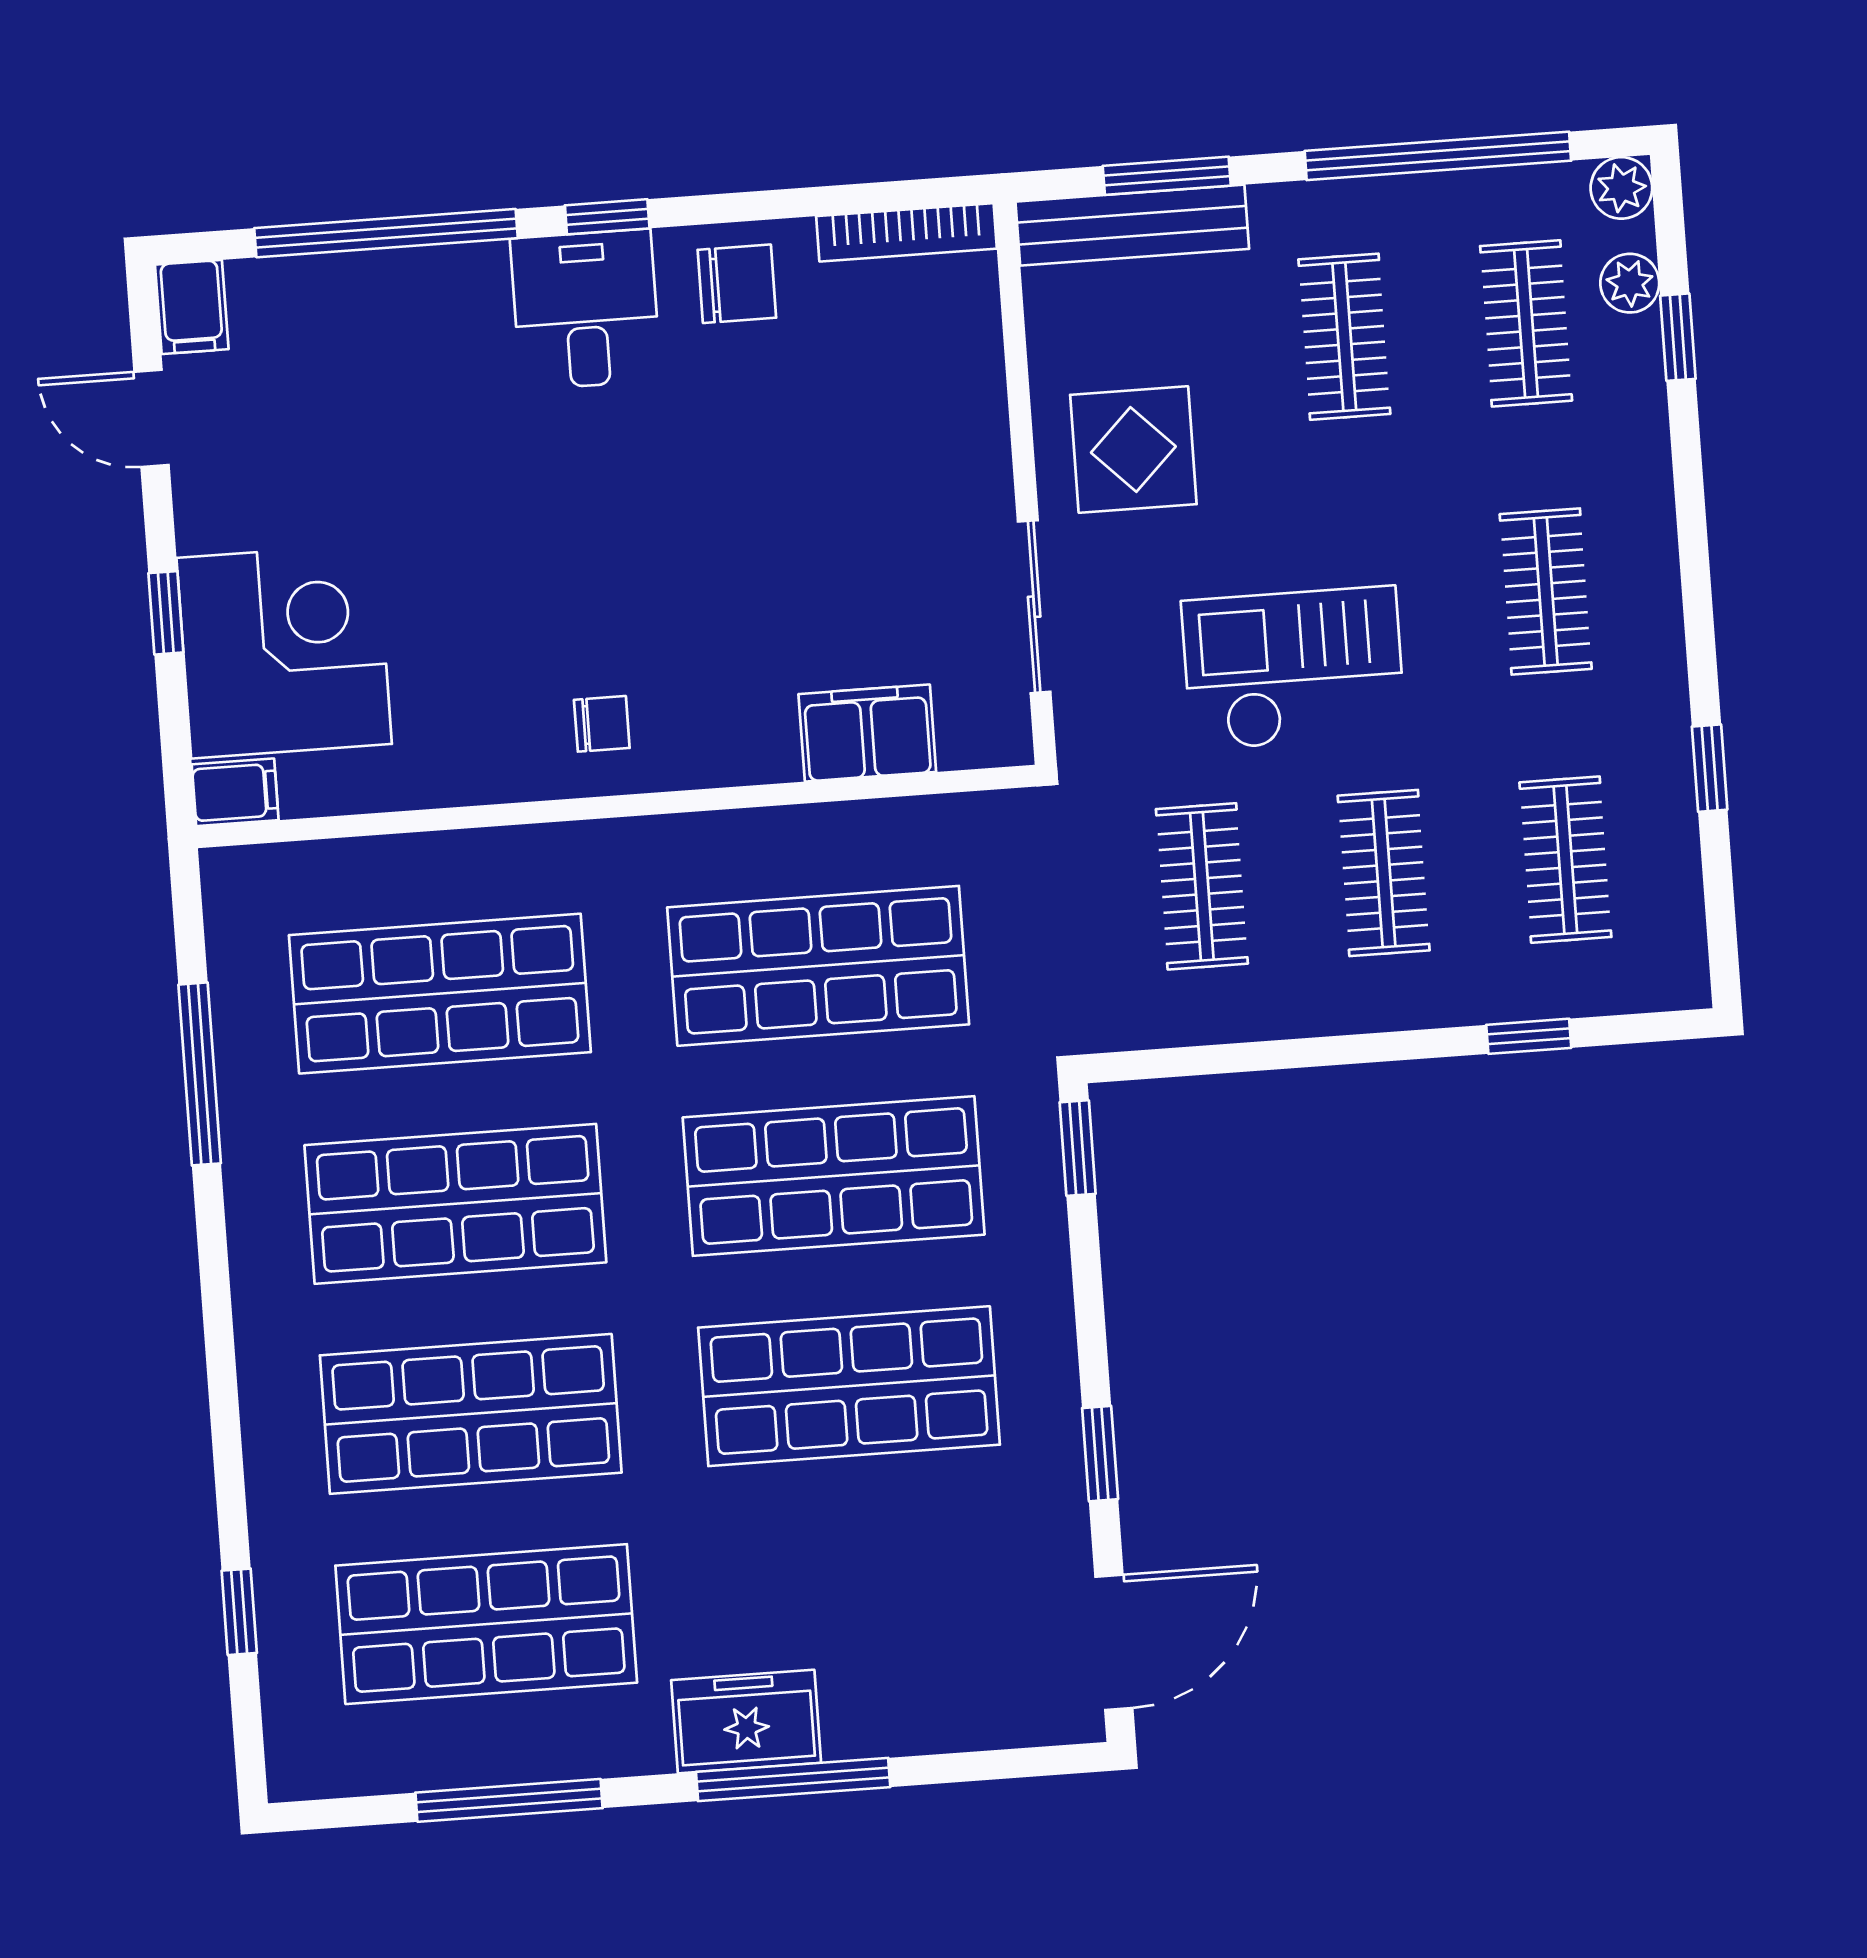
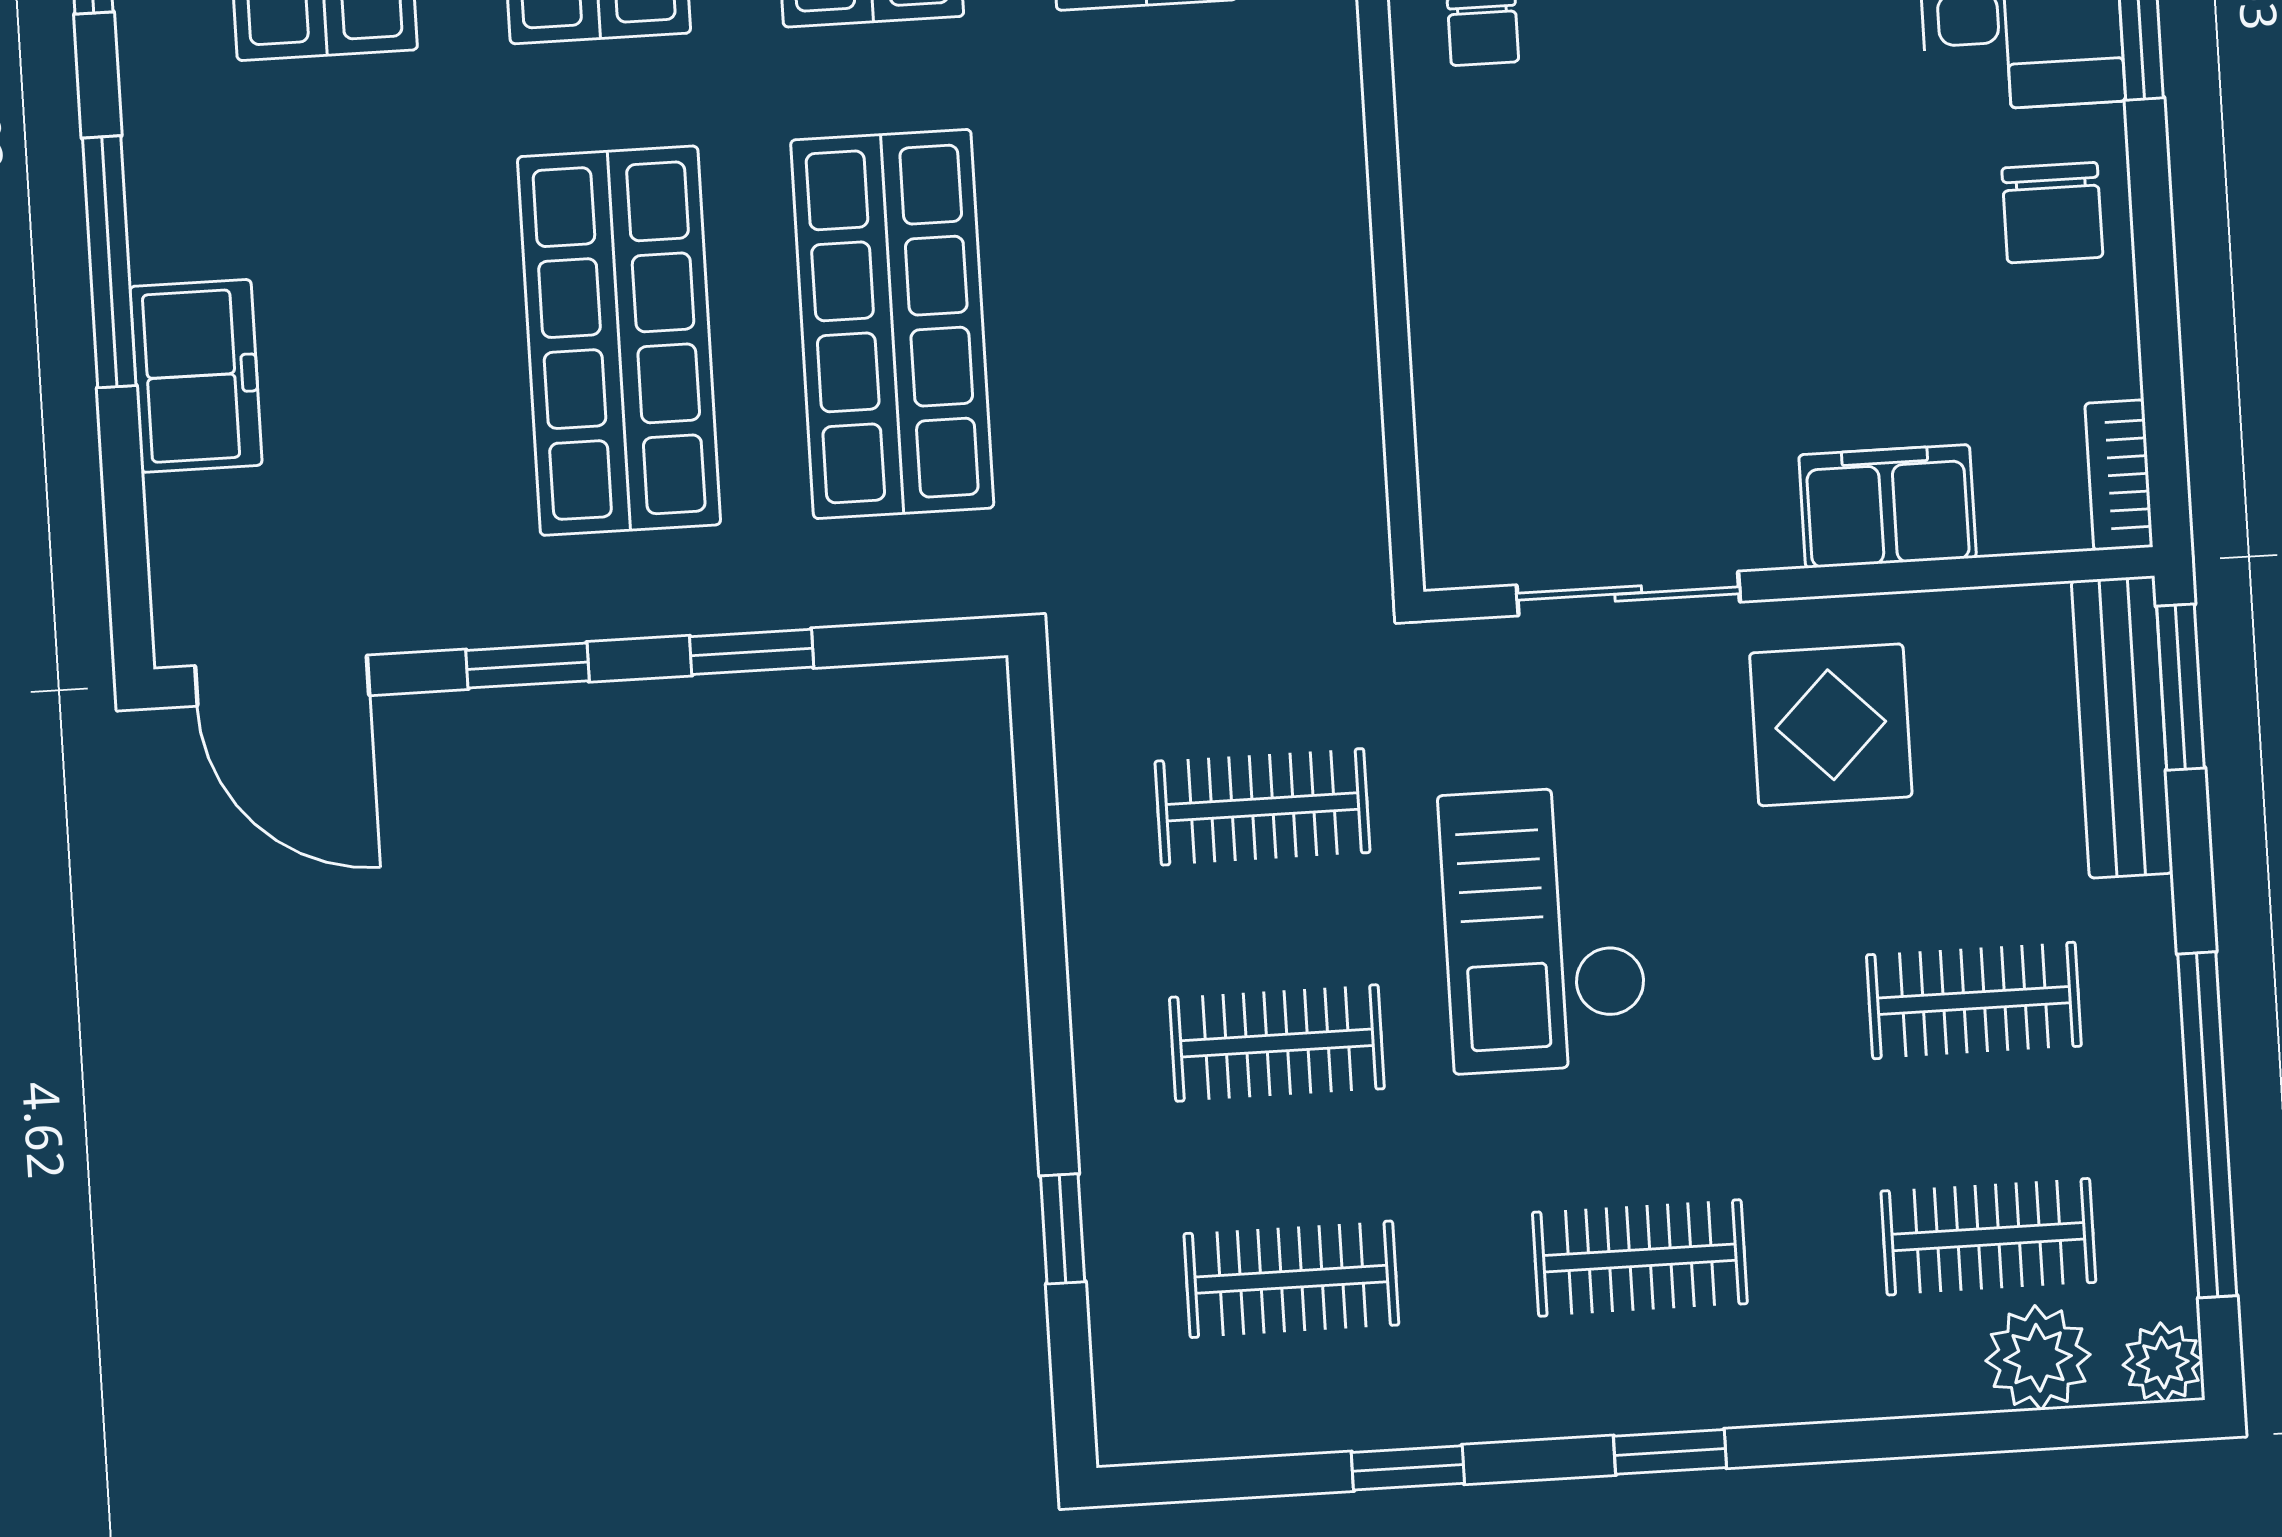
window: (1167, 176) -> (2180, 687), moved
bookcase: (906, 232) -> (2119, 475), width x0.64
plant: (1630, 283) -> (2038, 1358), width x1.38, depth x1.38
window: (1678, 337) -> (1670, 1452), moved
checkout: (1293, 669) -> (1544, 929), turned 180
filing cabinet: (867, 733) -> (1888, 506), moved, turned -90
shop shelf: (818, 966) -> (1165, 307), removed
window: (1078, 1148) -> (752, 652), moved
freezer: (746, 1721) -> (196, 376), moved

